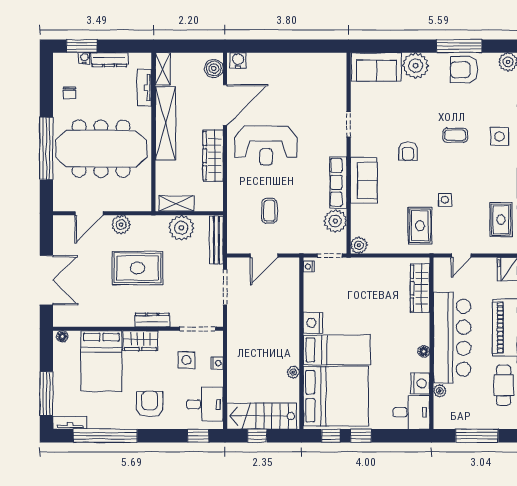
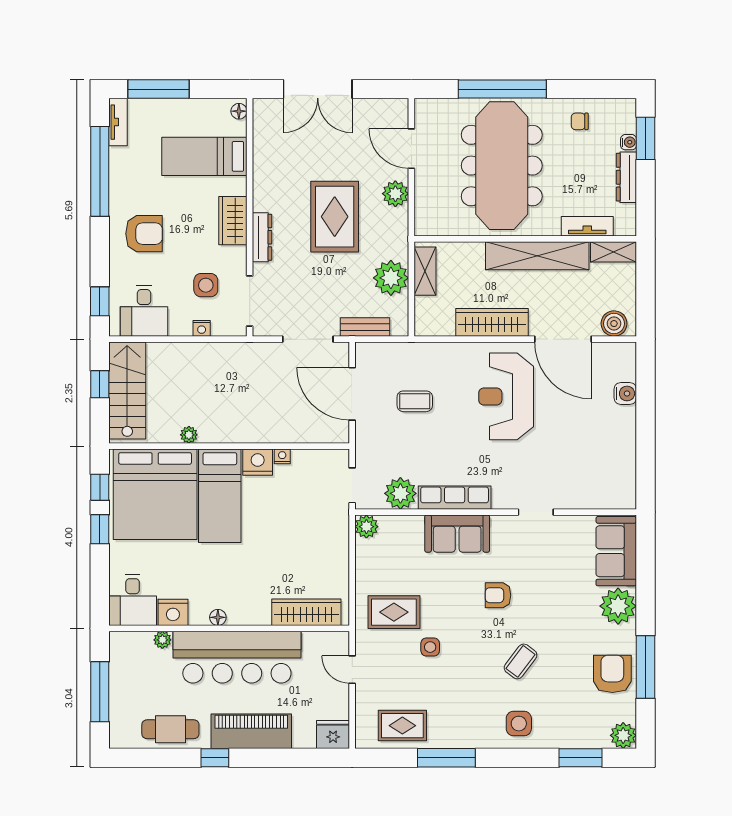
water cooler: (238, 60) -> (625, 393), moved
coffee table: (455, 135) -> (521, 661), turned 37
bench: (216, 240) -> (365, 327), width x0.73
door: (264, 256) -> (352, 394), width x1.36
nightstand: (309, 267) -> (282, 456), moved
bed: (101, 361) -> (204, 156), width x0.67

